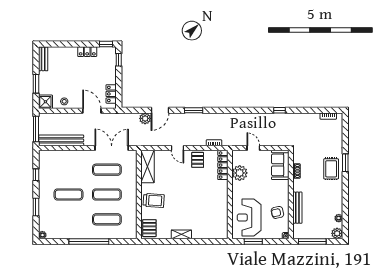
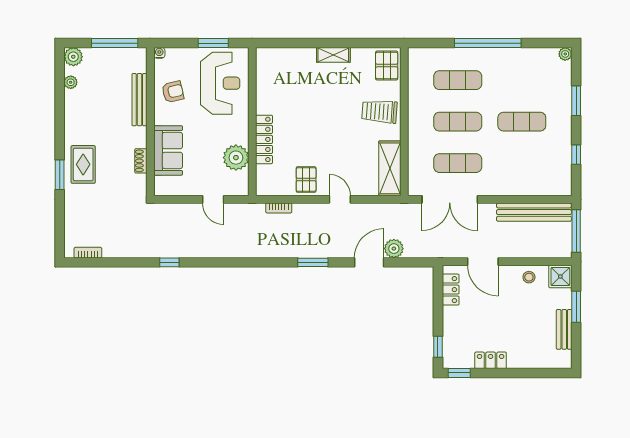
bench: (43, 59) -> (564, 329), moved
locker: (223, 165) -> (264, 139), moved
sofa: (280, 165) -> (168, 150), moved

